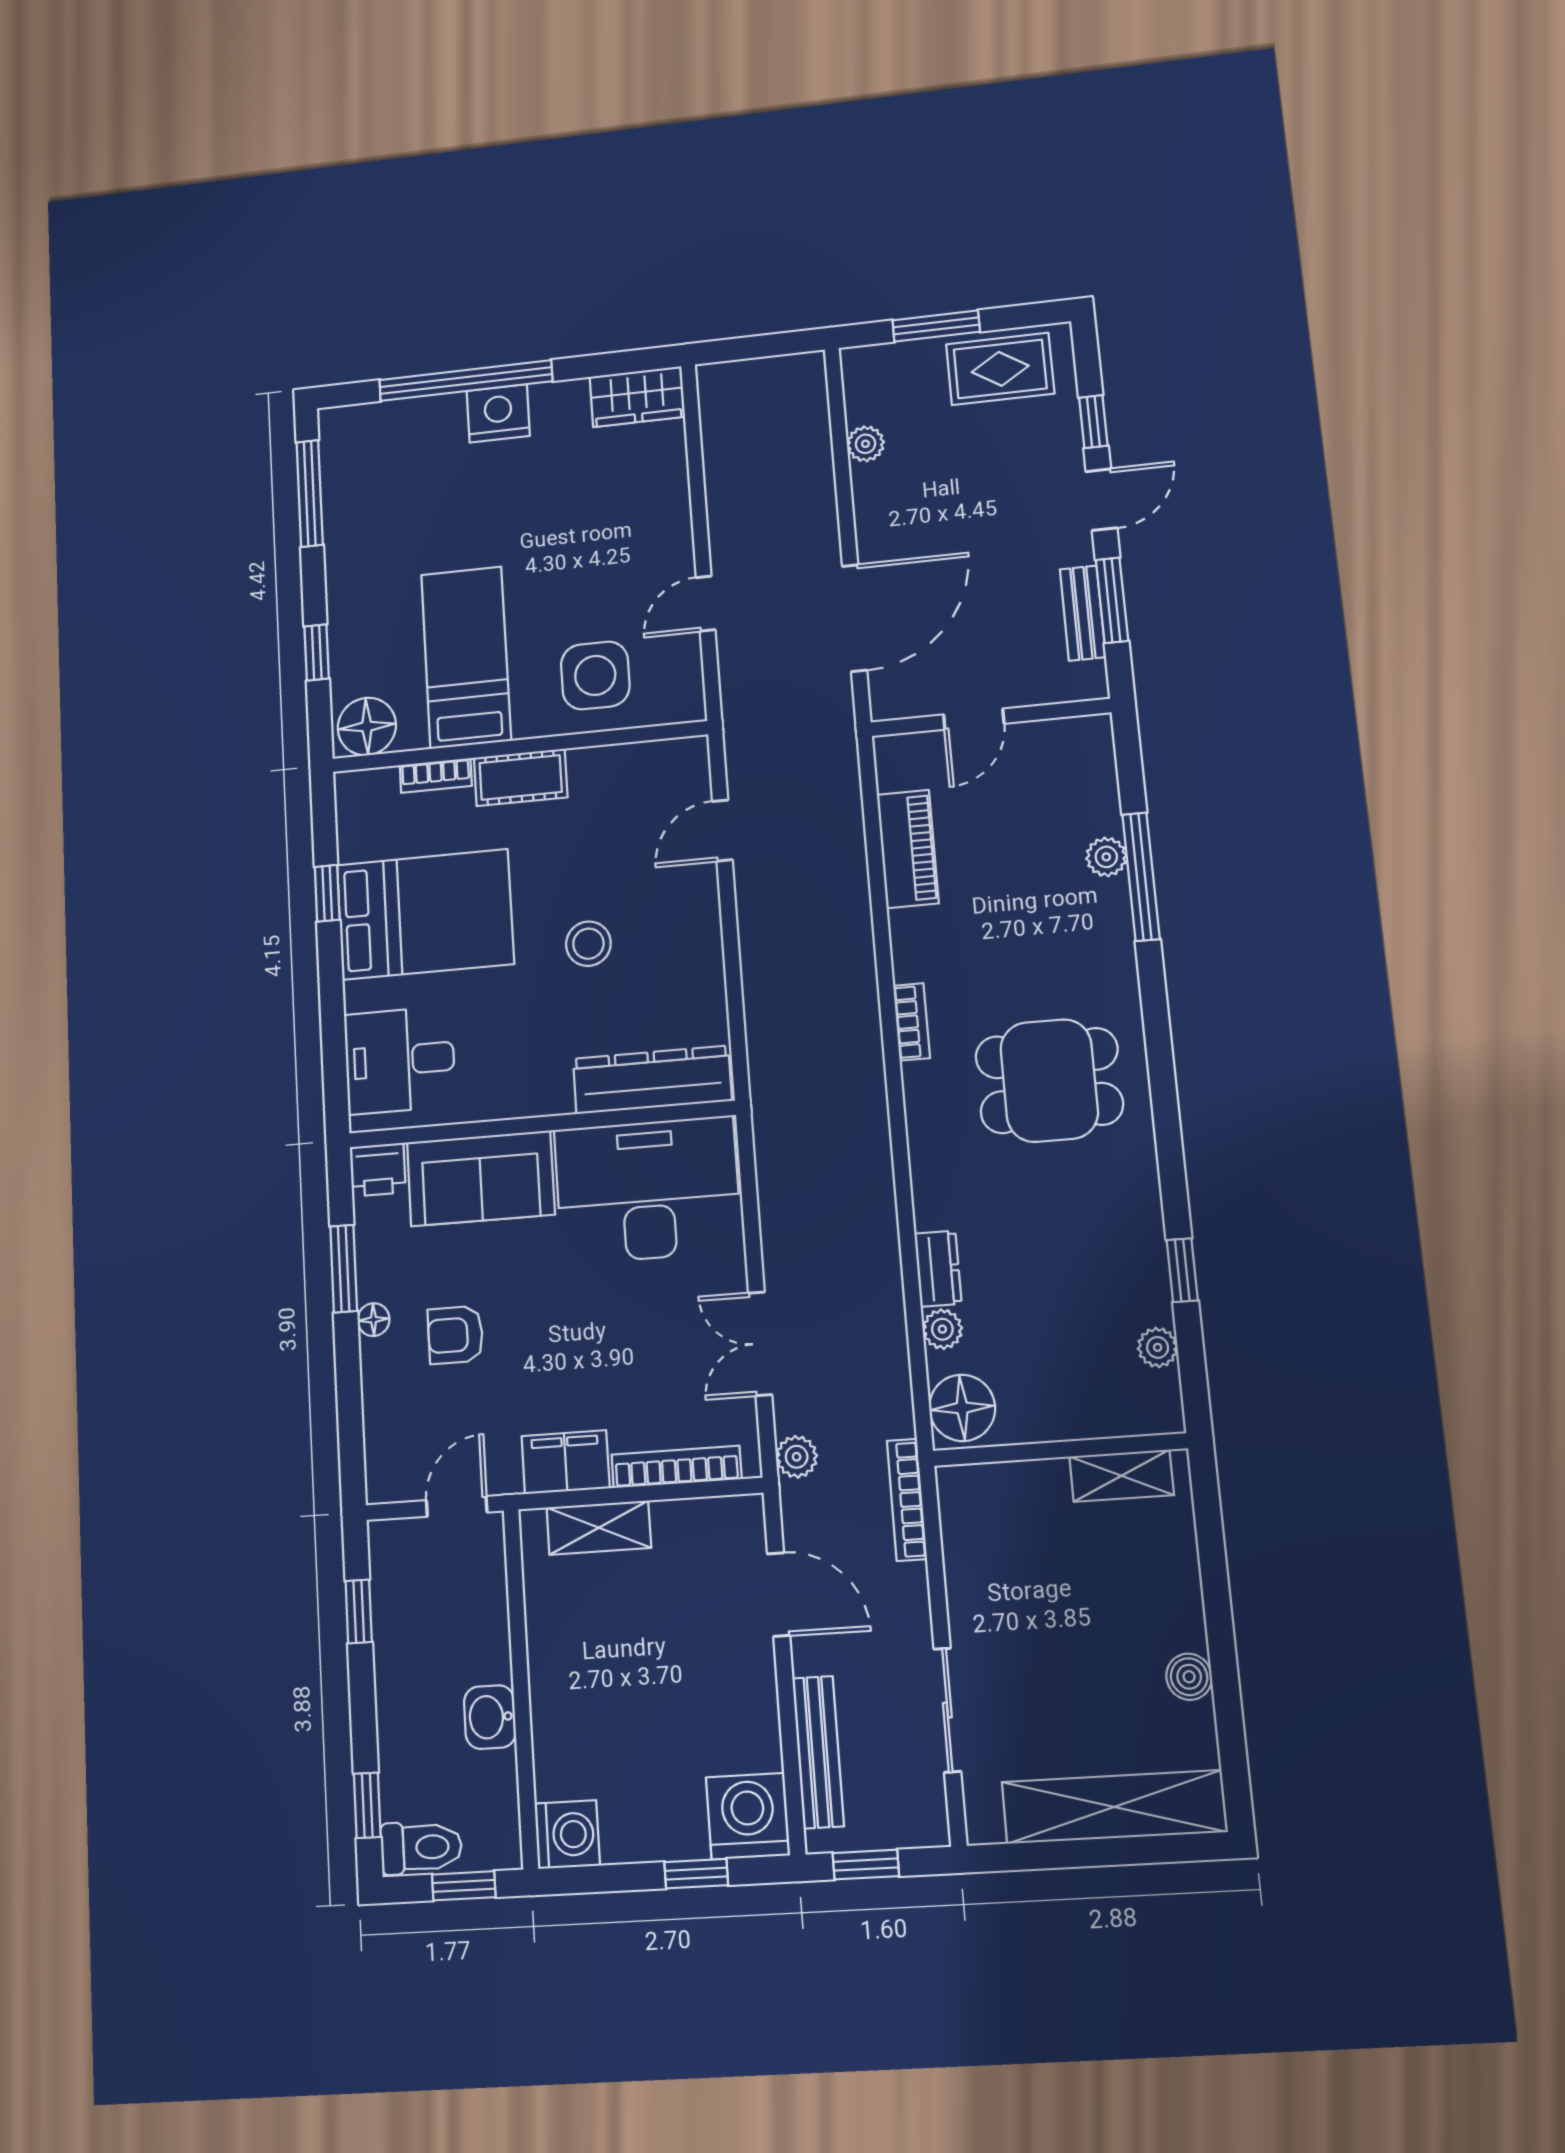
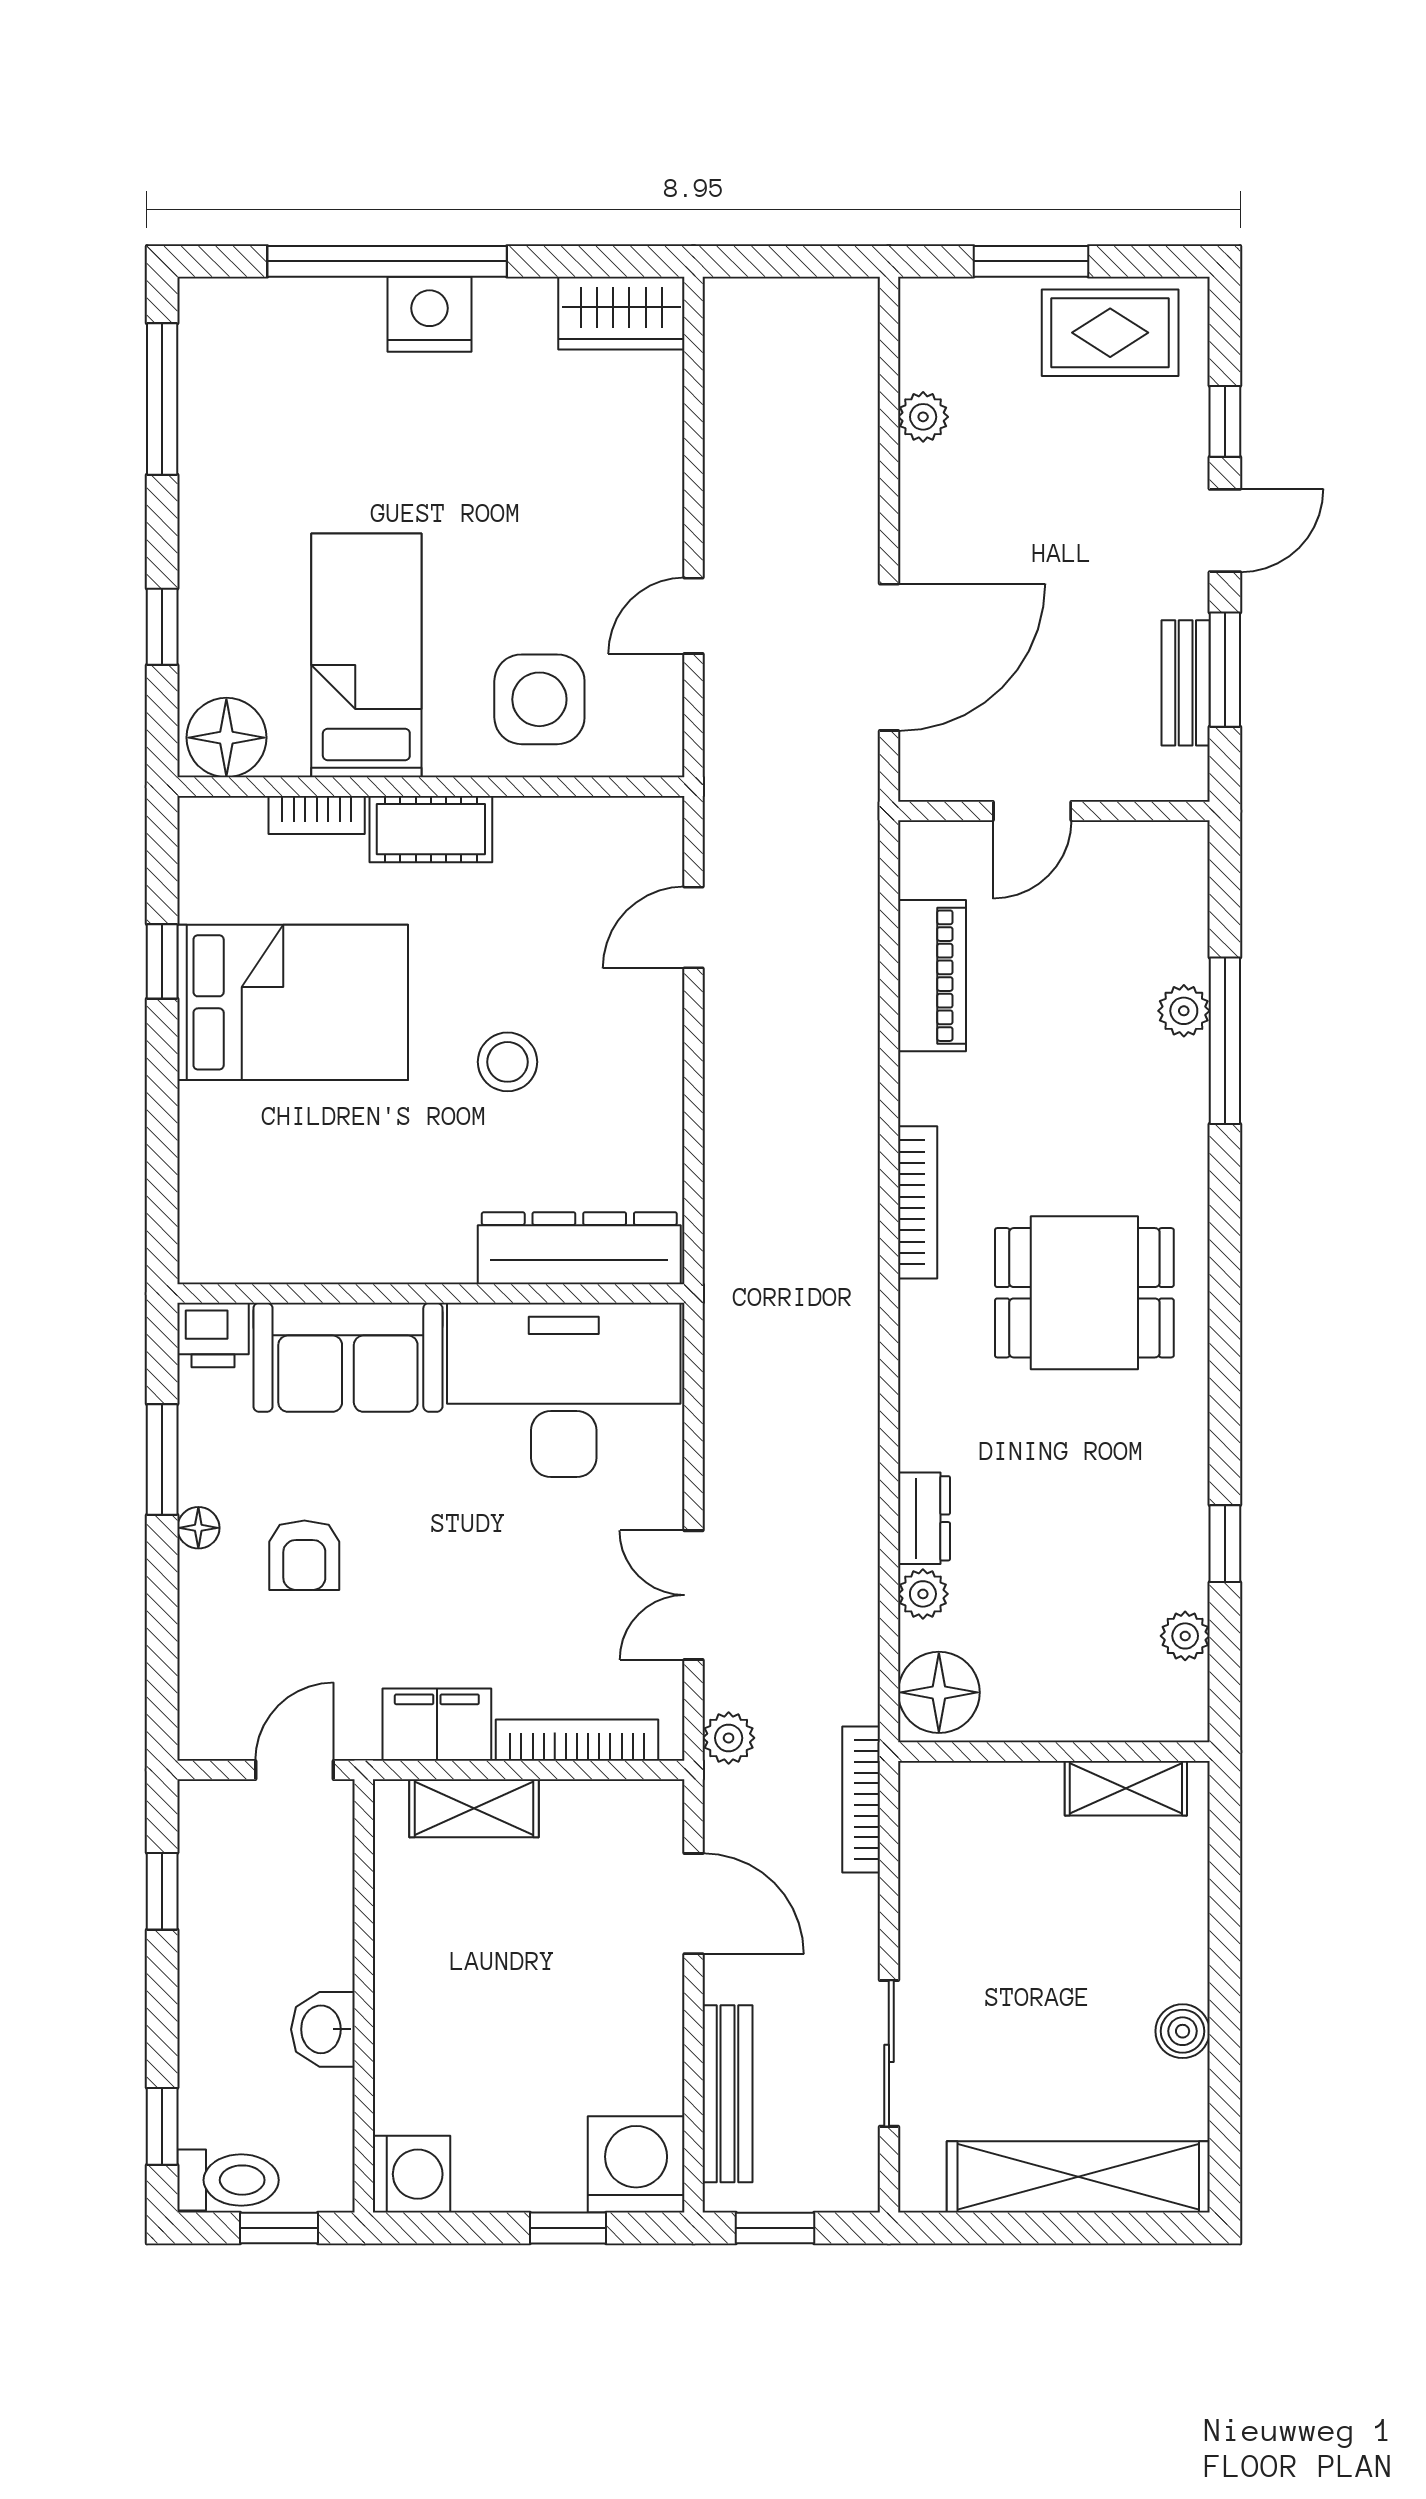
bookcase: (911, 1022) -> (918, 1202), width x1.56
desk: (400, 1060) -> (249, 1194), removed
armchair: (455, 1335) -> (304, 1555), turned -90

